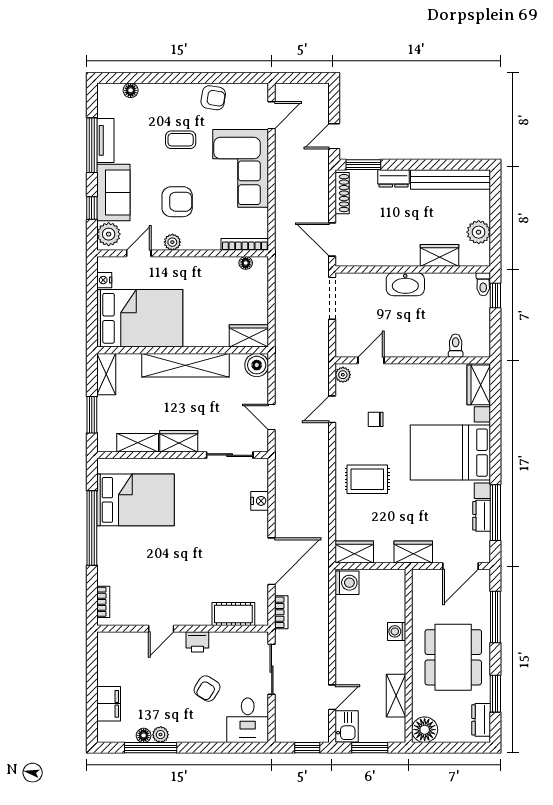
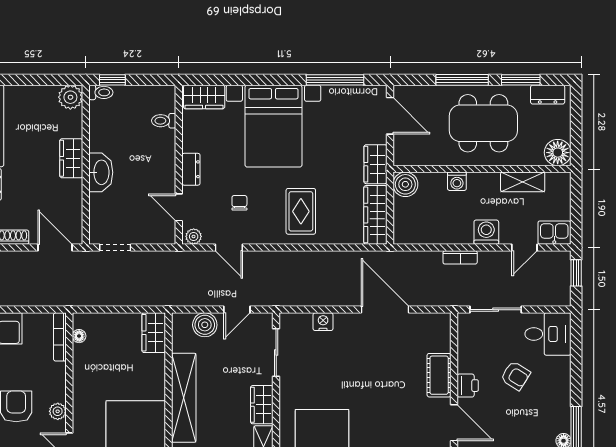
plant: (479, 232) -> (70, 97), moved
door: (332, 240) -> (55, 247), swing flipped
wardrobe: (440, 255) -> (71, 158), moved
doorway: (332, 298) -> (115, 247), width x0.73
boiler: (257, 365) -> (205, 325), moved
chair: (376, 419) -> (239, 203), turned 180
dresser: (482, 516) -> (191, 169), moved, turned -90
wardrobe: (354, 552) -> (375, 215), width x1.50
boiler: (394, 581) -> (405, 184), added
washing machine: (347, 583) -> (486, 232), moved
bookcase: (281, 612) -> (460, 257), moved, turned 180
cot: (233, 614) -> (439, 375), moved
window: (495, 617) -> (462, 80), moved
door: (161, 629) -> (454, 423), width x1.38
door: (332, 697) -> (524, 247), swing flipped
plant: (161, 735) -> (563, 423), removed
window: (370, 748) -> (576, 209), removed

